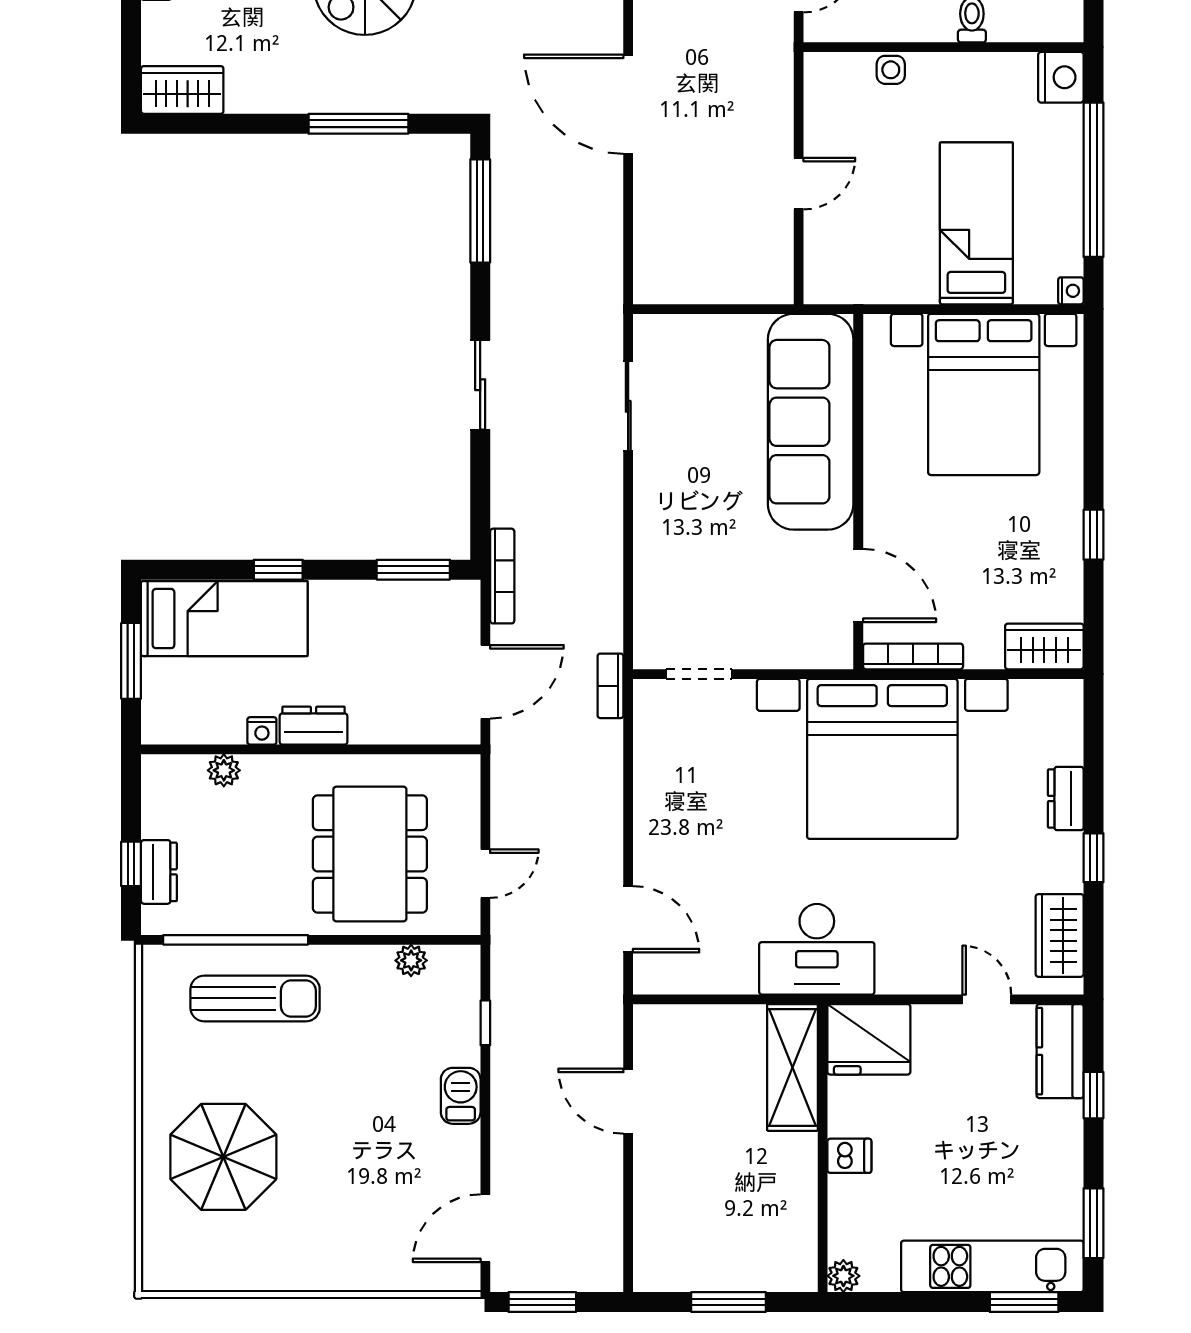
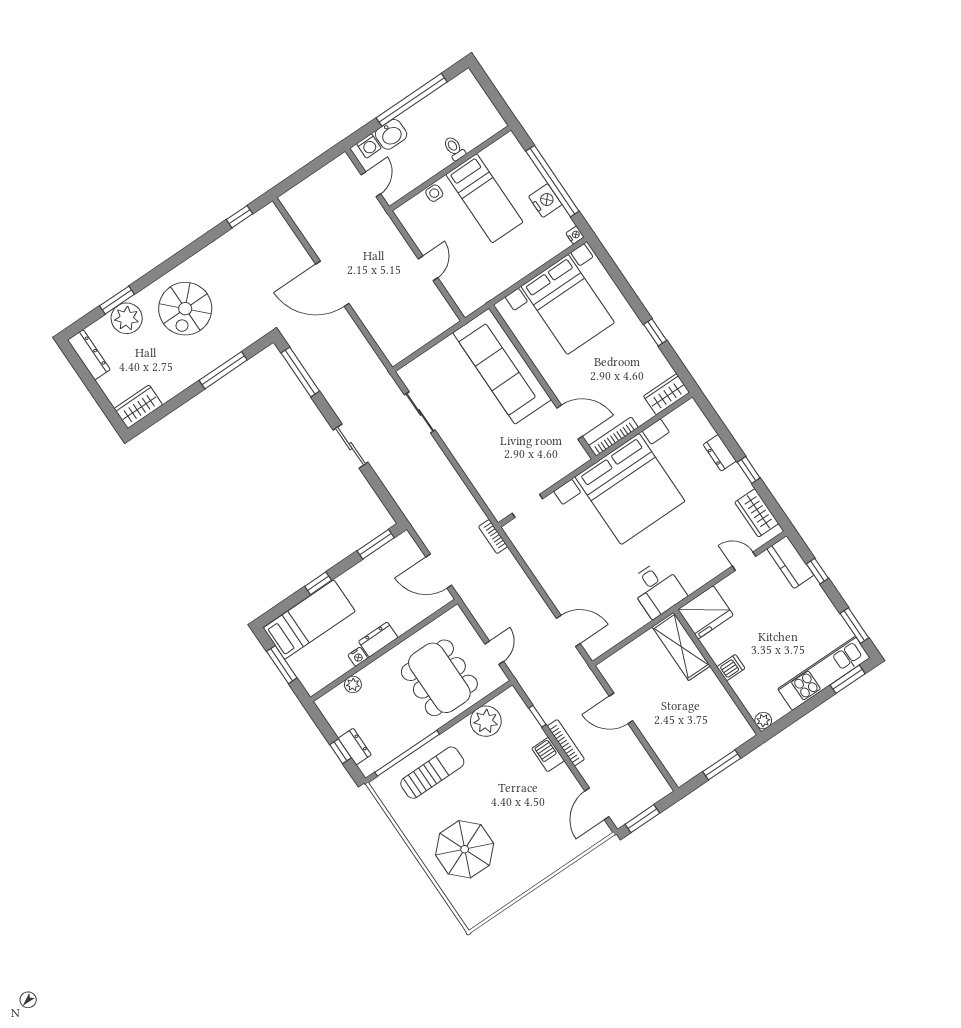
nightstand: (1061, 77) -> (545, 201), moved
bed: (976, 223) -> (484, 198), moved, turned 180
bookcase: (502, 576) -> (566, 743), moved
door: (485, 682) -> (439, 571), swing flipped
desk: (817, 949) -> (657, 589), width x0.73
plant: (411, 960) -> (486, 721), width x1.88, depth x1.88

